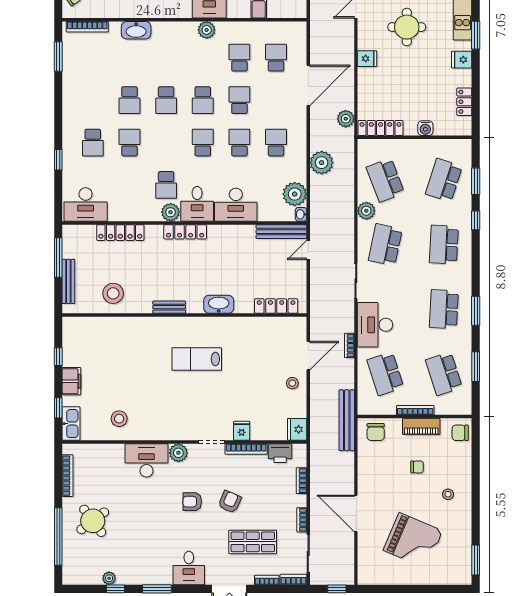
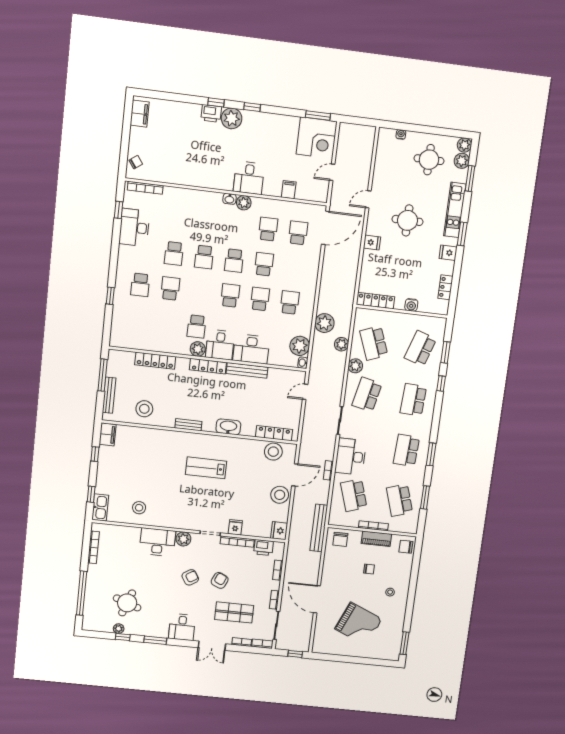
washbasin: (136, 30) -> (230, 199), moved, width x0.52, depth x0.69
window: (58, 56) -> (119, 210), width x0.67
door: (308, 85) -> (325, 228), moved
plant: (346, 119) -> (341, 344), moved
desk: (86, 204) -> (134, 228), moved, turned 90
bench: (281, 232) -> (247, 370), moved
stool: (278, 329) -> (273, 452), added
filing cabinet: (71, 381) -> (108, 434), moved
stool: (292, 383) -> (280, 495), width x1.89, depth x1.89
armchair: (192, 502) -> (190, 577), turned 148
round table: (93, 521) -> (127, 603), moved, turned -33

